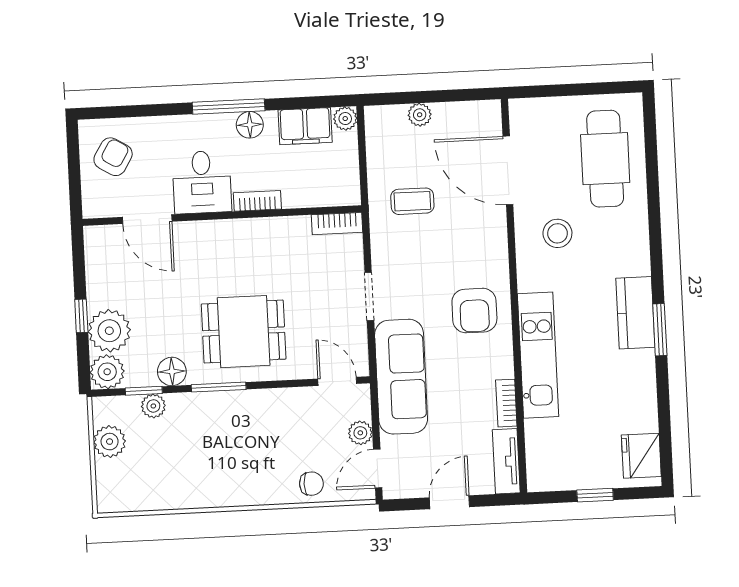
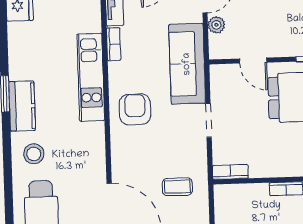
stool: (557, 233) -> (34, 154), moved
door: (337, 381) -> (253, 61), moved

